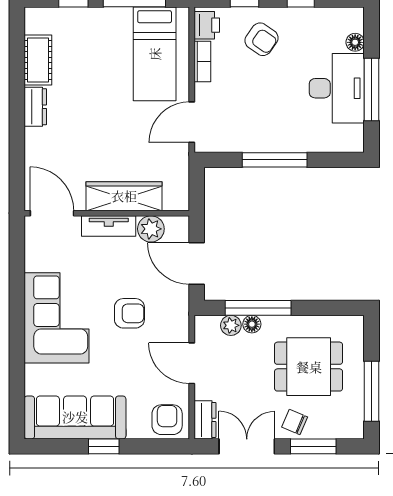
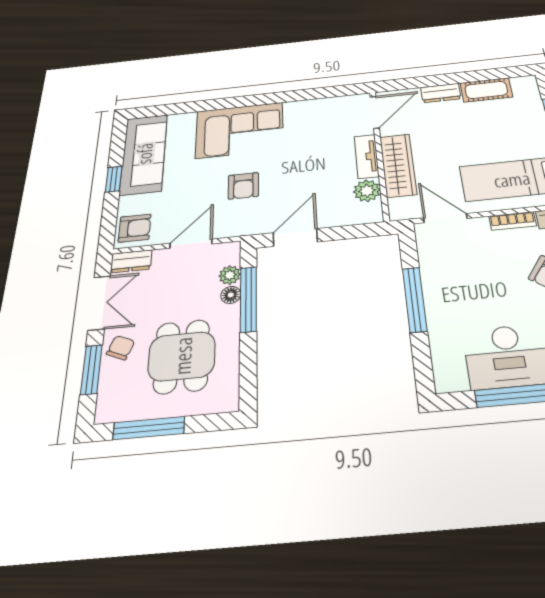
wardrobe: (124, 196) -> (398, 165), moved
door: (52, 213) -> (375, 112), moved
wall: (107, 213) -> (379, 154), moved
tv unit: (109, 226) -> (367, 156), moved
plant: (151, 229) -> (367, 191), moved

